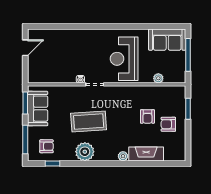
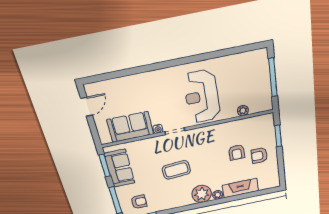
sofa: (167, 40) -> (130, 127), moved, turned 180
coffee table: (89, 122) -> (176, 170), width x0.73, depth x0.76
plant: (85, 152) -> (202, 194), moved

